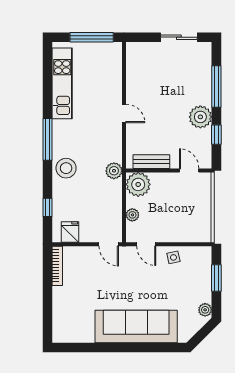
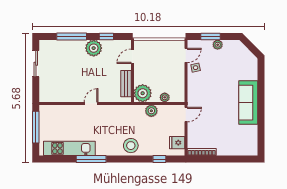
window: (47, 139) -> (91, 159), moved
plant: (114, 171) -> (151, 111), moved
door: (146, 244) -> (186, 55), moved
plant: (205, 310) -> (218, 45), moved
sofa: (136, 327) -> (248, 103), width x0.74, depth x0.79

